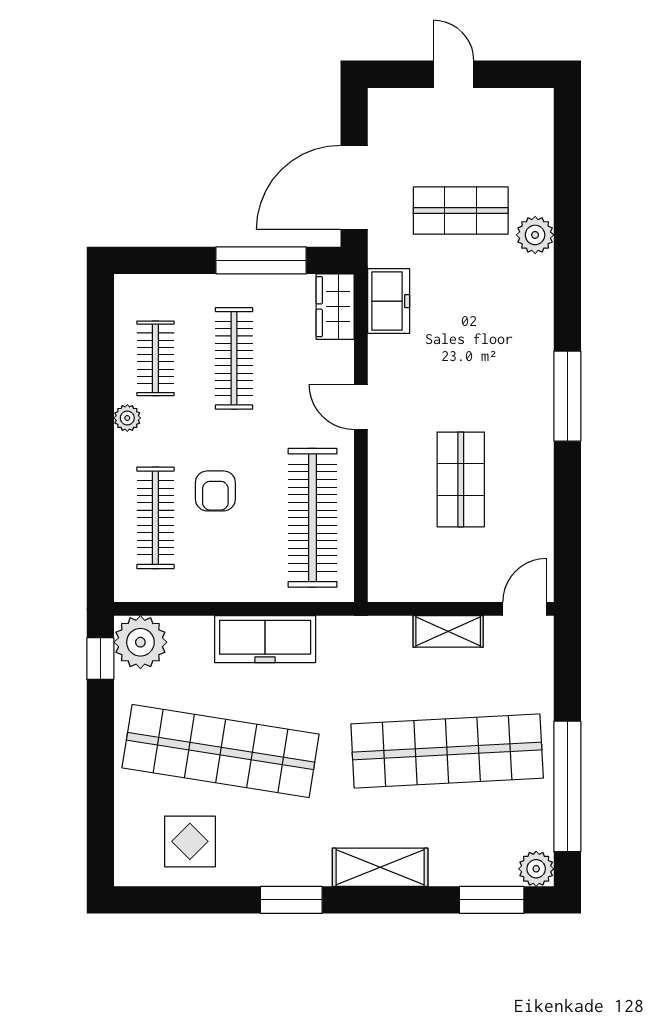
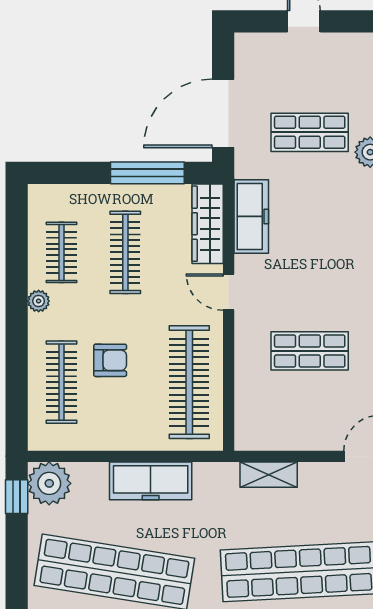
freezer: (389, 301) -> (251, 216), width x1.40
wardrobe: (335, 307) -> (208, 224), width x1.50
shop shelf: (461, 479) -> (310, 351), turned 90
armchair: (215, 491) -> (110, 360), turned -90
shelving: (448, 631) -> (269, 475), moved

